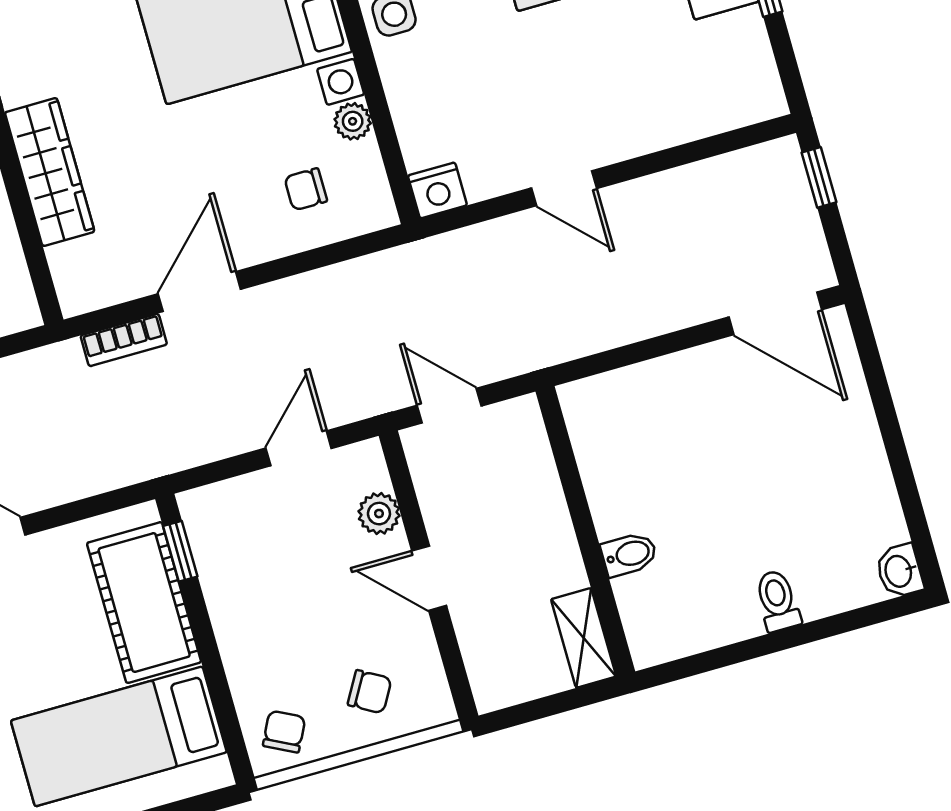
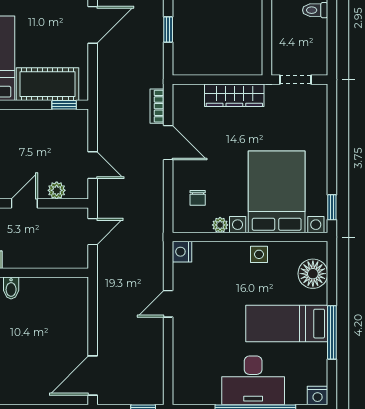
chair: (306, 189) -> (198, 198), turned 180

